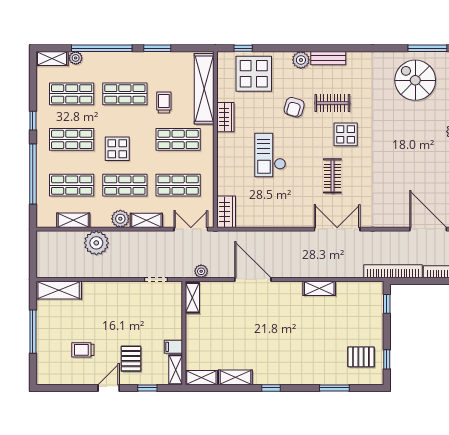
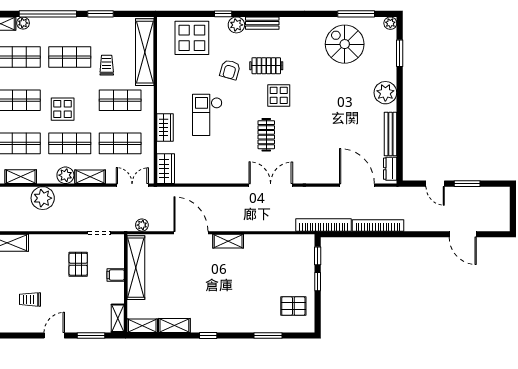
window: (243, 48) -> (223, 14), moved
wardrobe: (225, 117) -> (165, 127), moved
shelving: (319, 288) -> (228, 241), moved
shelving: (192, 298) -> (136, 268), width x2.20, depth x1.33
filing cabinet: (173, 347) -> (116, 275), moved
pallet: (131, 359) -> (78, 264), moved
window: (387, 359) -> (318, 282), moved
window: (147, 388) -> (91, 336), width x1.50

